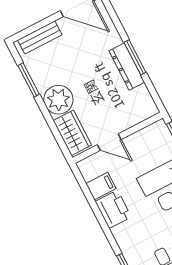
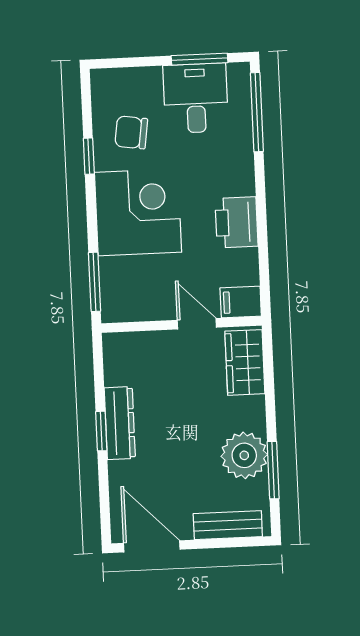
window: (135, 57) -> (101, 431), width x0.67
plant: (58, 100) -> (244, 455), moved
filing cabinet: (101, 186) -> (241, 302), moved

